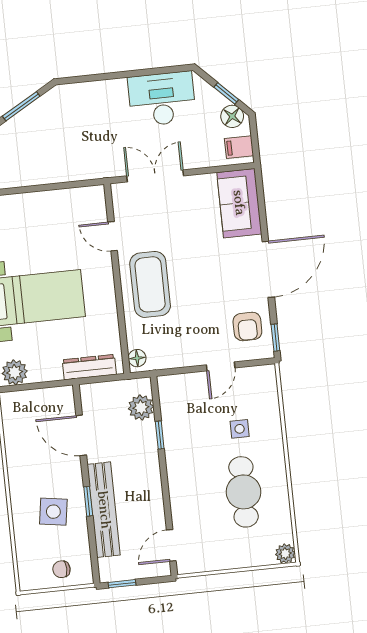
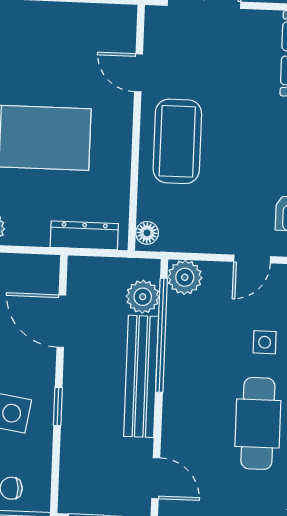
plant: (171, 388) -> (185, 277), added
window: (160, 435) -> (161, 335), width x3.17
bench: (104, 510) -> (141, 376), moved
door: (171, 545) -> (156, 478), swing flipped

